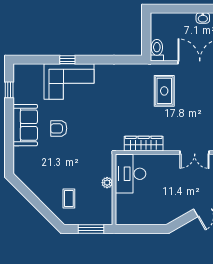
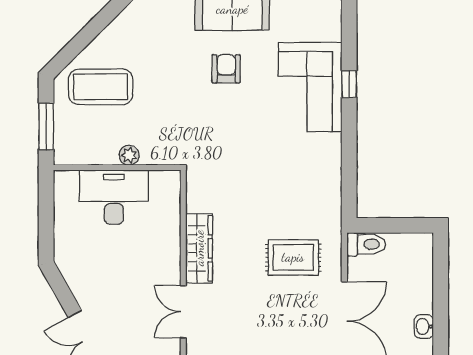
wardrobe: (144, 144) -> (199, 248), moved
desk: (130, 174) -> (114, 197), moved
coffee table: (69, 199) -> (101, 87), width x1.86, depth x1.72

